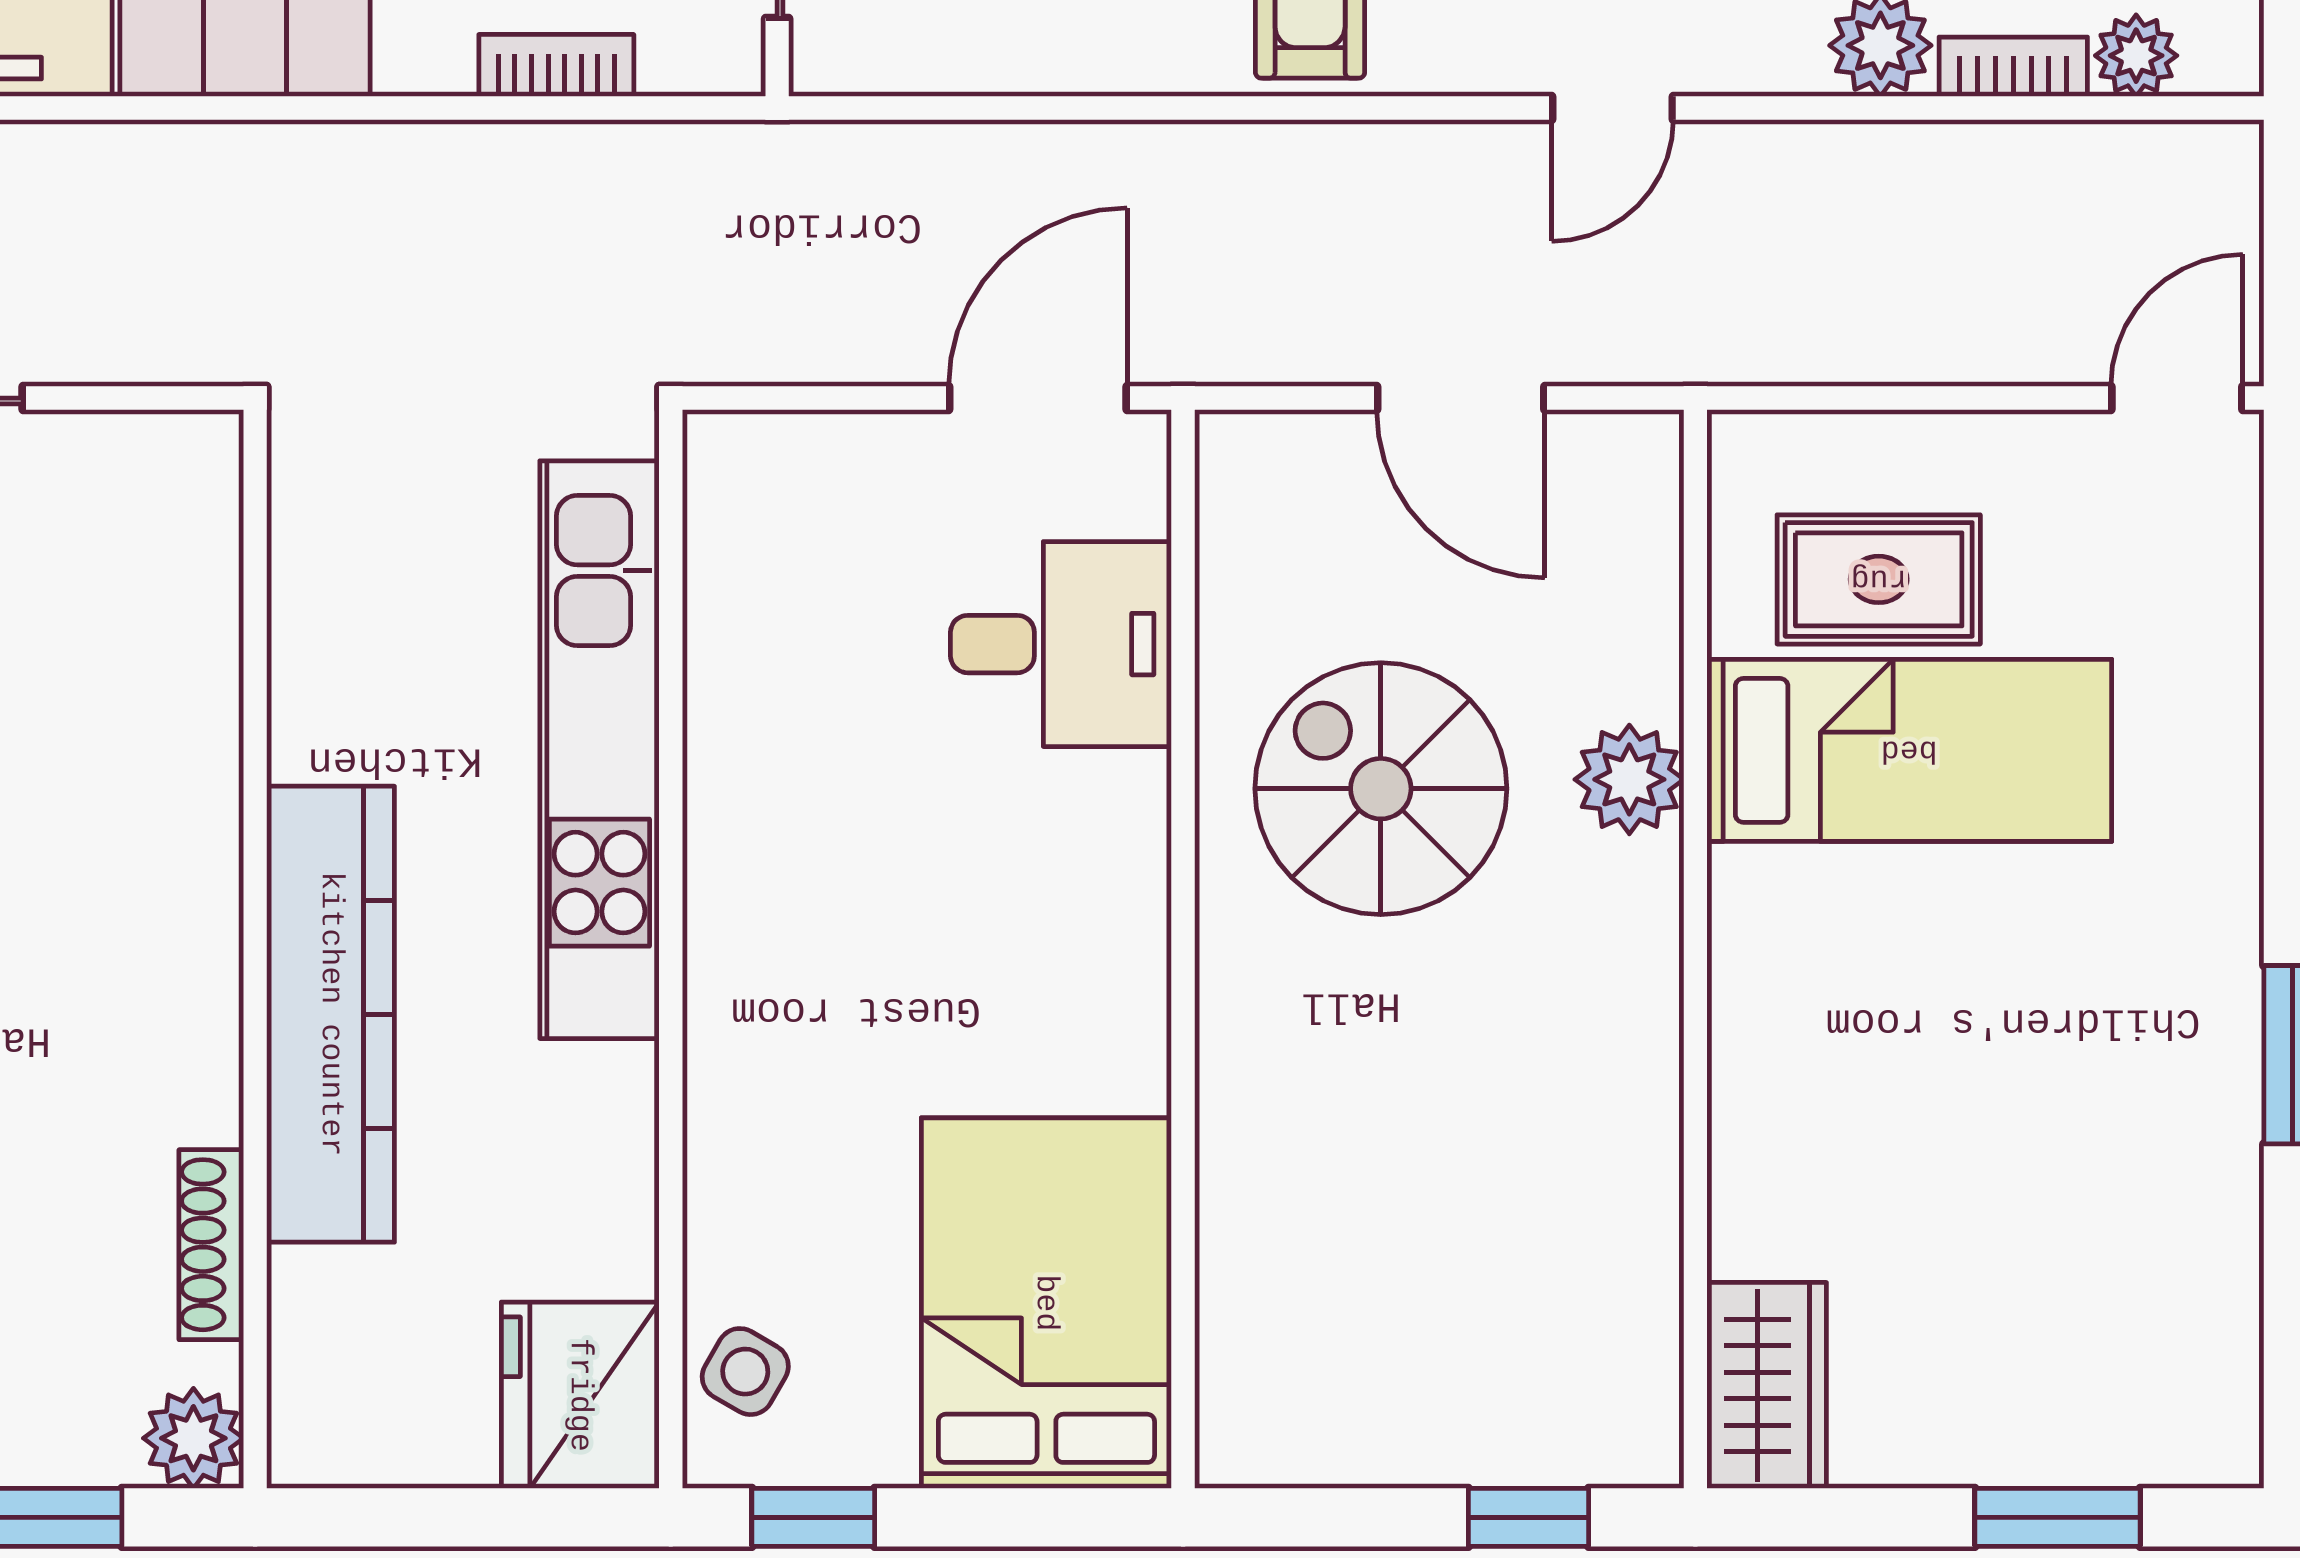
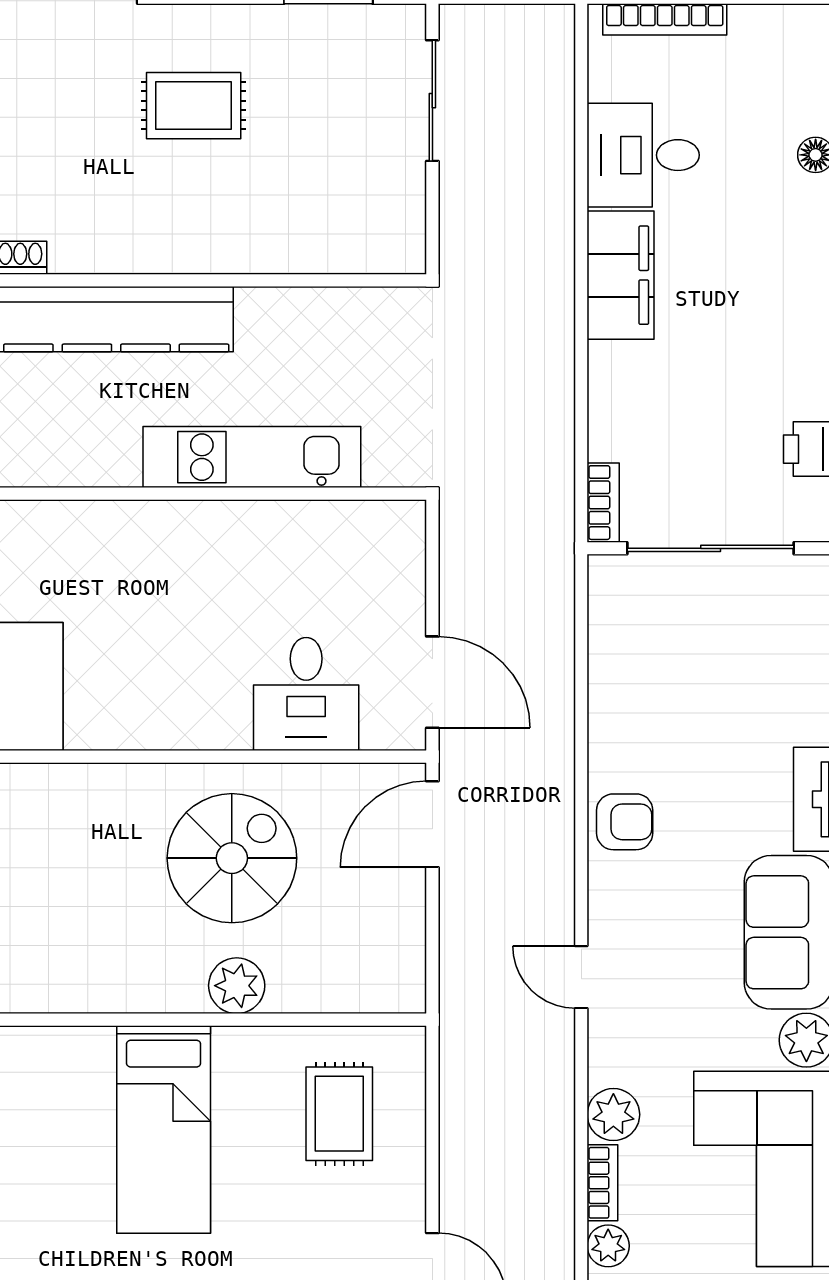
bookcase: (556, 65) -> (603, 503), moved
door: (1461, 398) -> (432, 824), moved
kitchen unit: (599, 750) -> (252, 457), width x0.73
bed: (1909, 750) -> (164, 1129), moved

